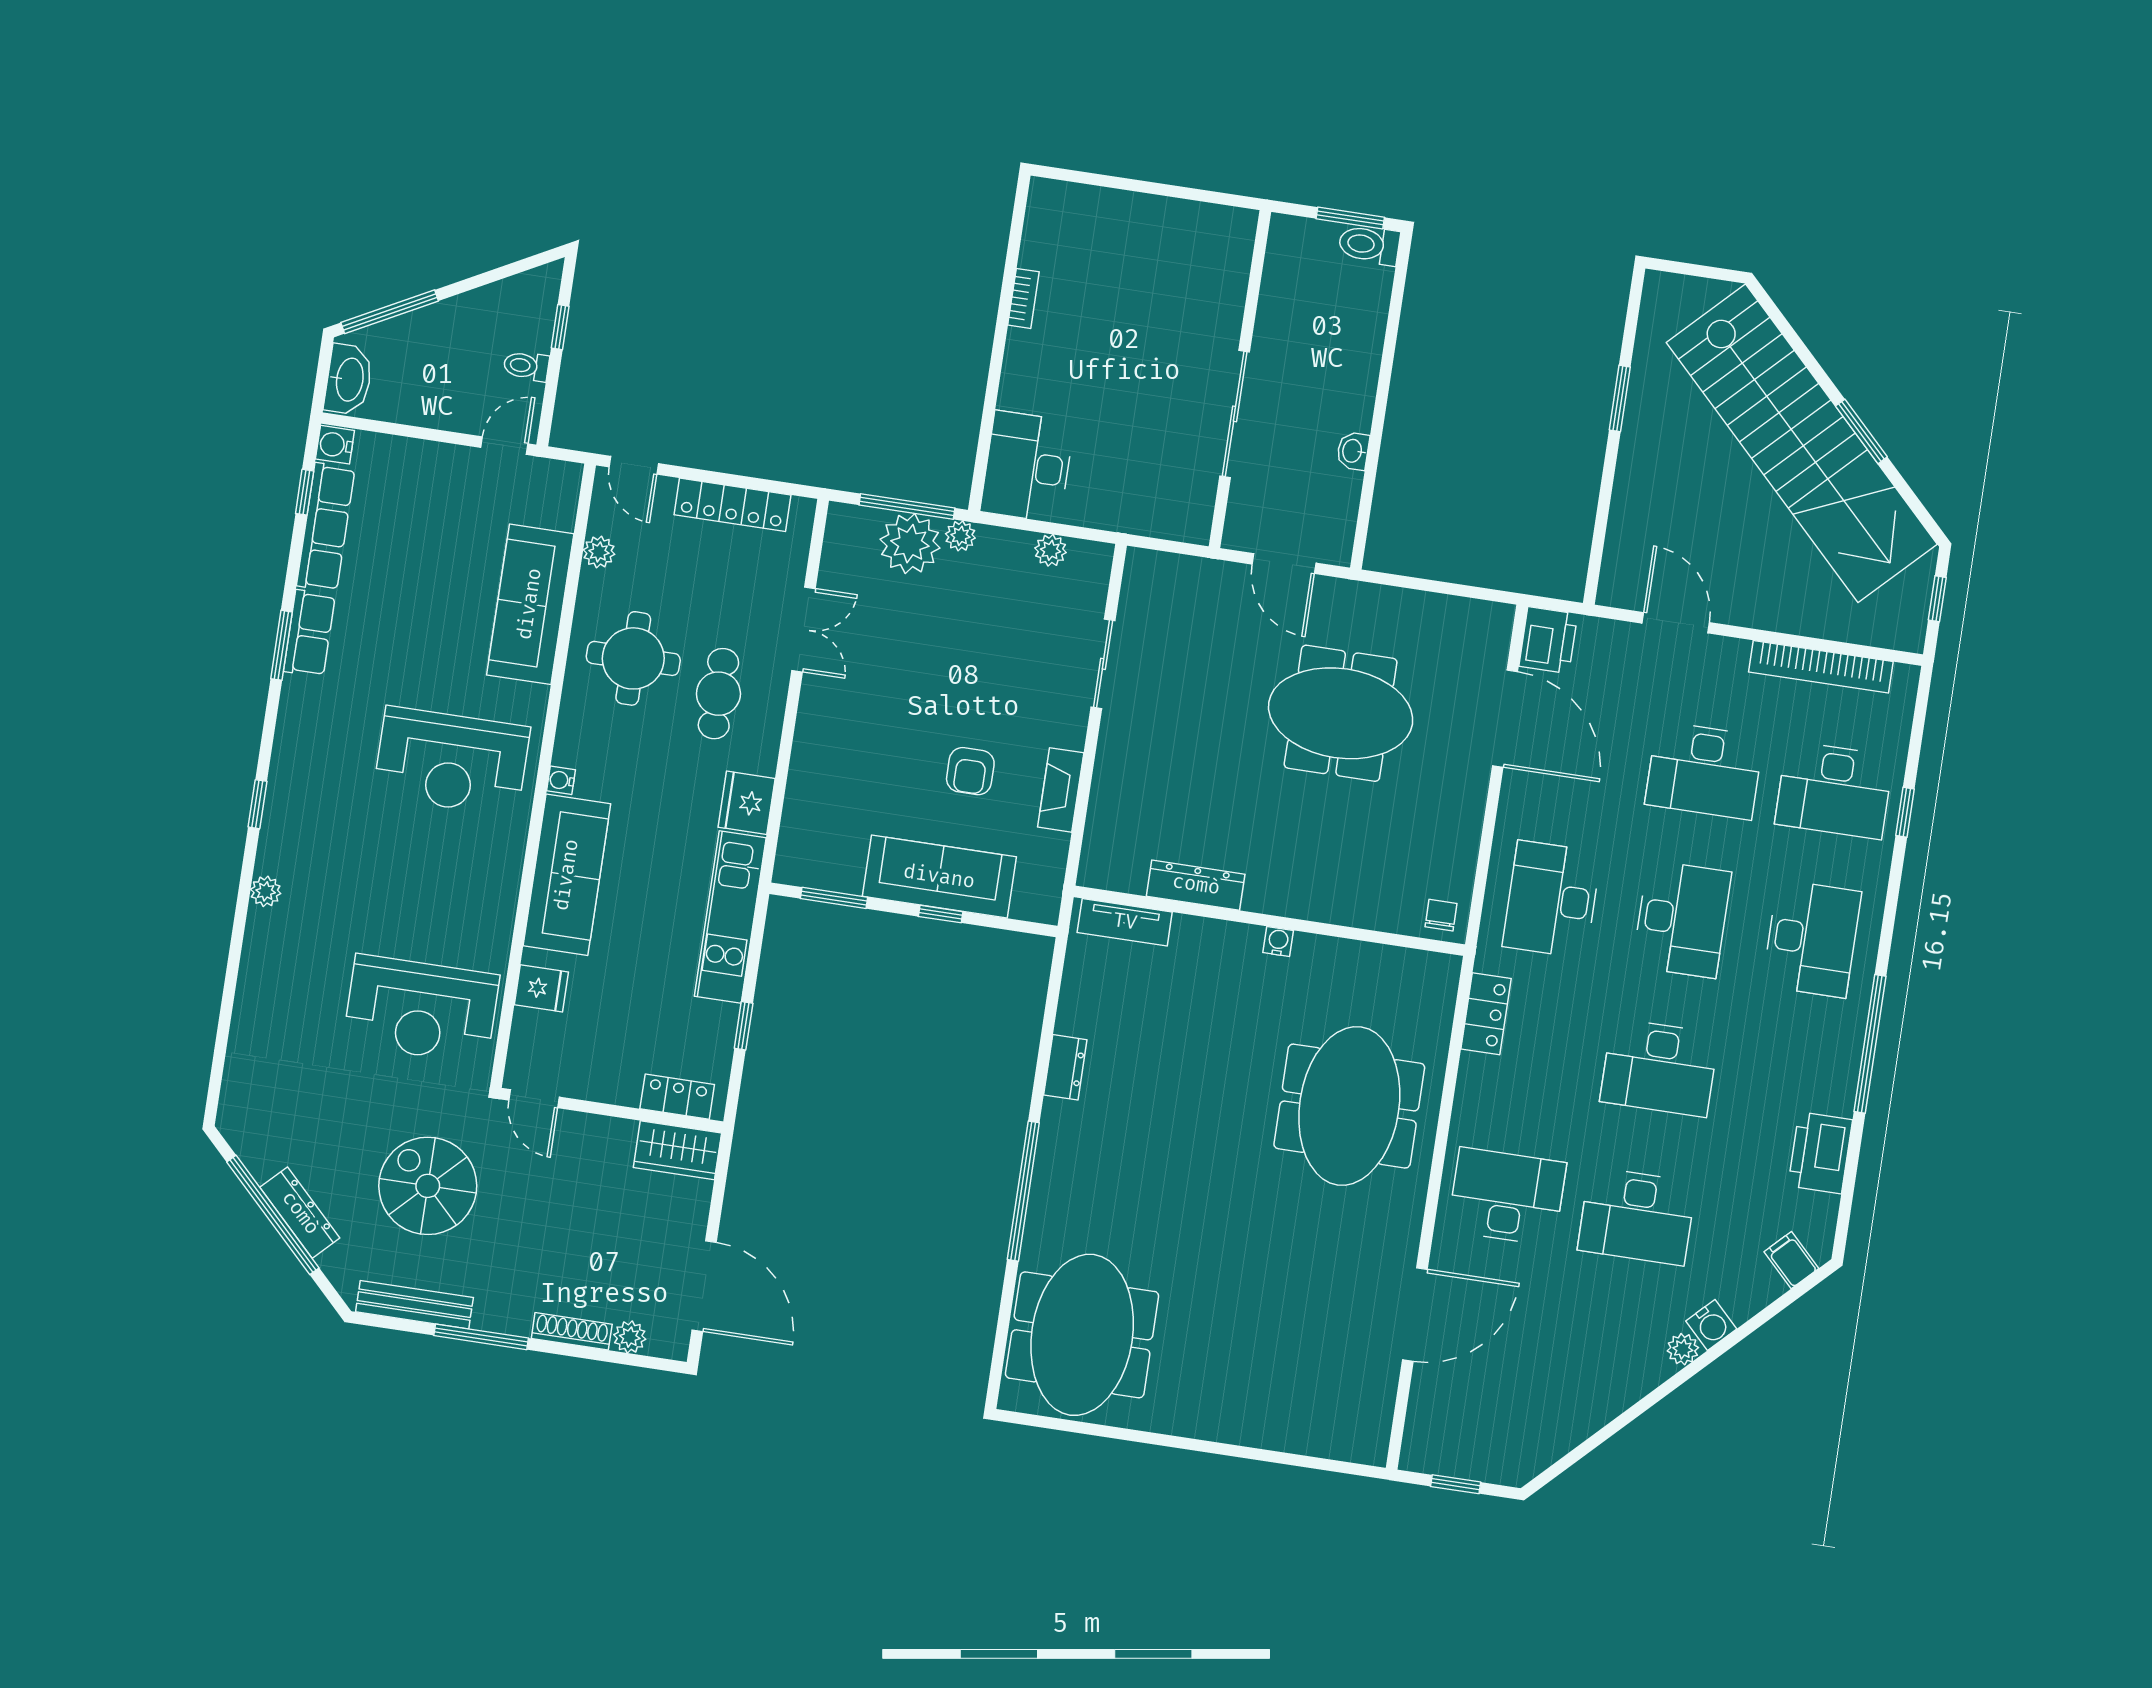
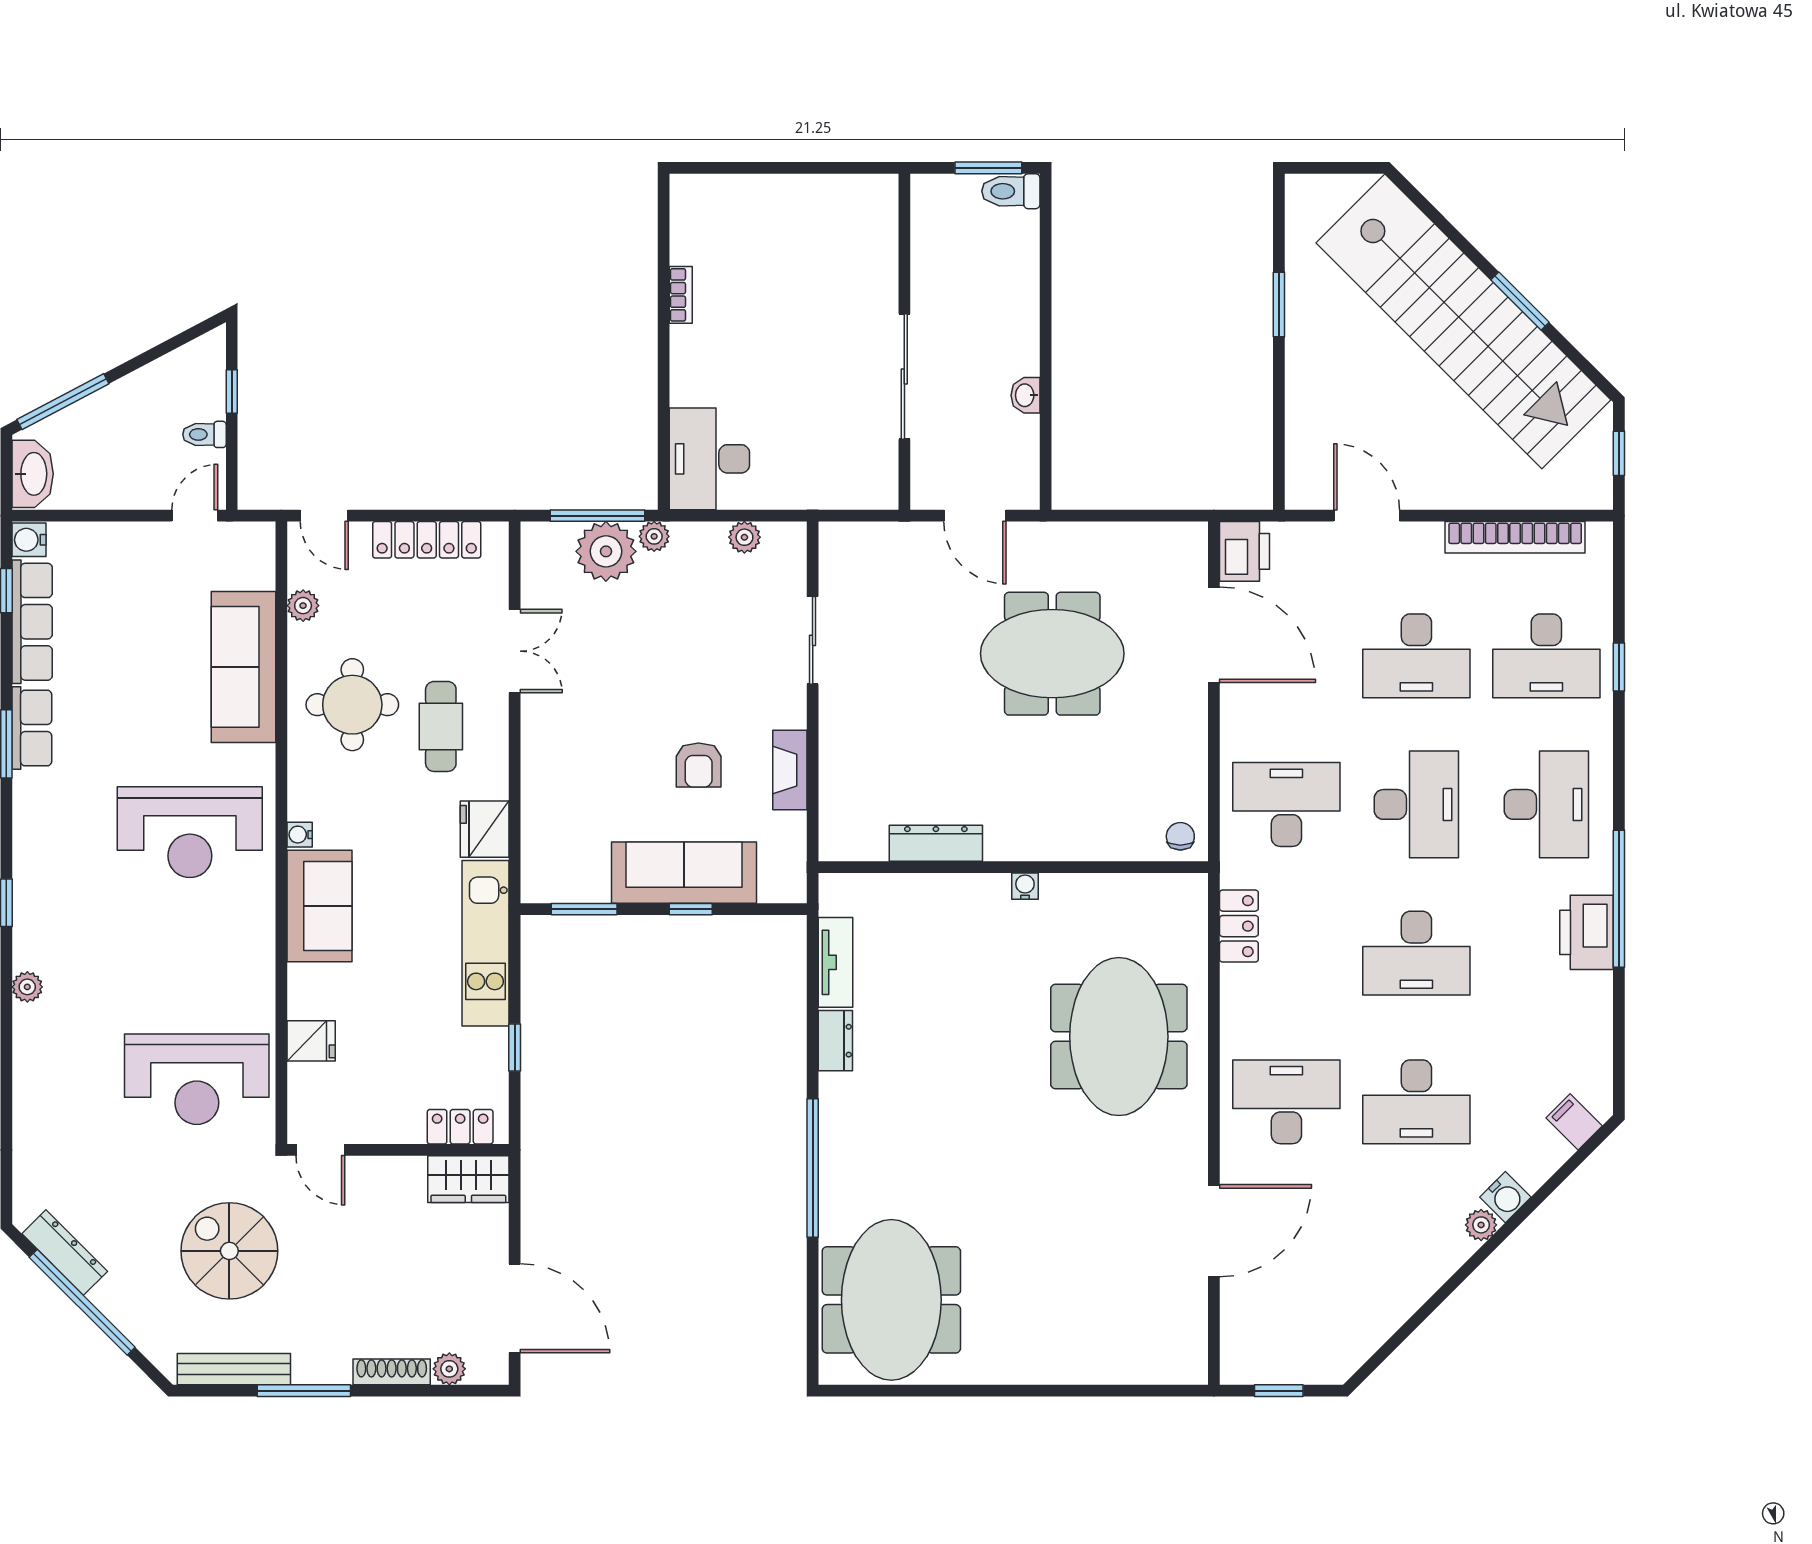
sofa: (567, 875) -> (319, 906), width x0.73
desk: (1552, 899) -> (1286, 804), turned 90
tv unit: (1125, 922) -> (836, 962), moved, turned -90
printer: (1820, 1153) -> (1586, 932), moved
dresser: (300, 1213) -> (65, 1253), moved

